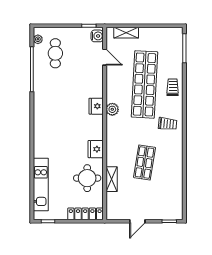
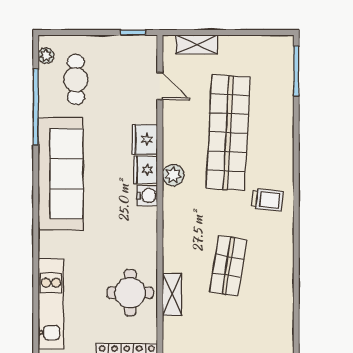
water cooler: (97, 36) -> (147, 196), moved
trolley: (173, 87) -> (276, 138), removed
sofa: (46, 108) -> (61, 174), added
fridge: (96, 149) -> (145, 139), moved

